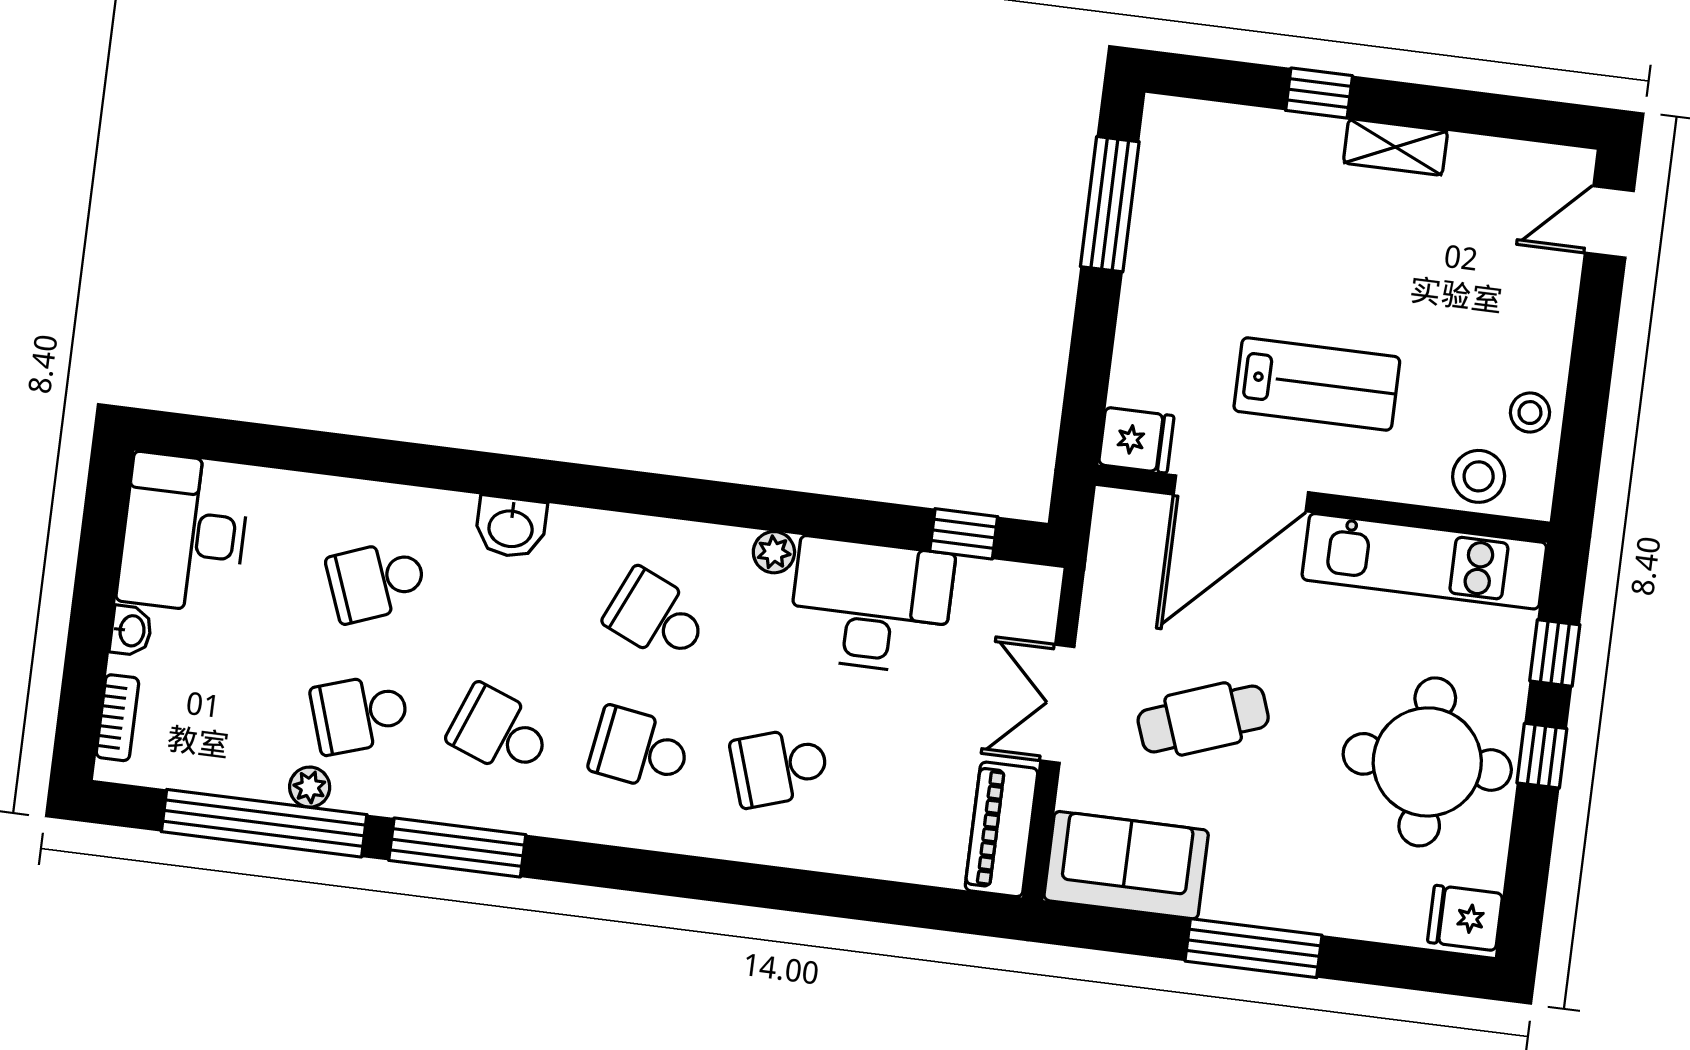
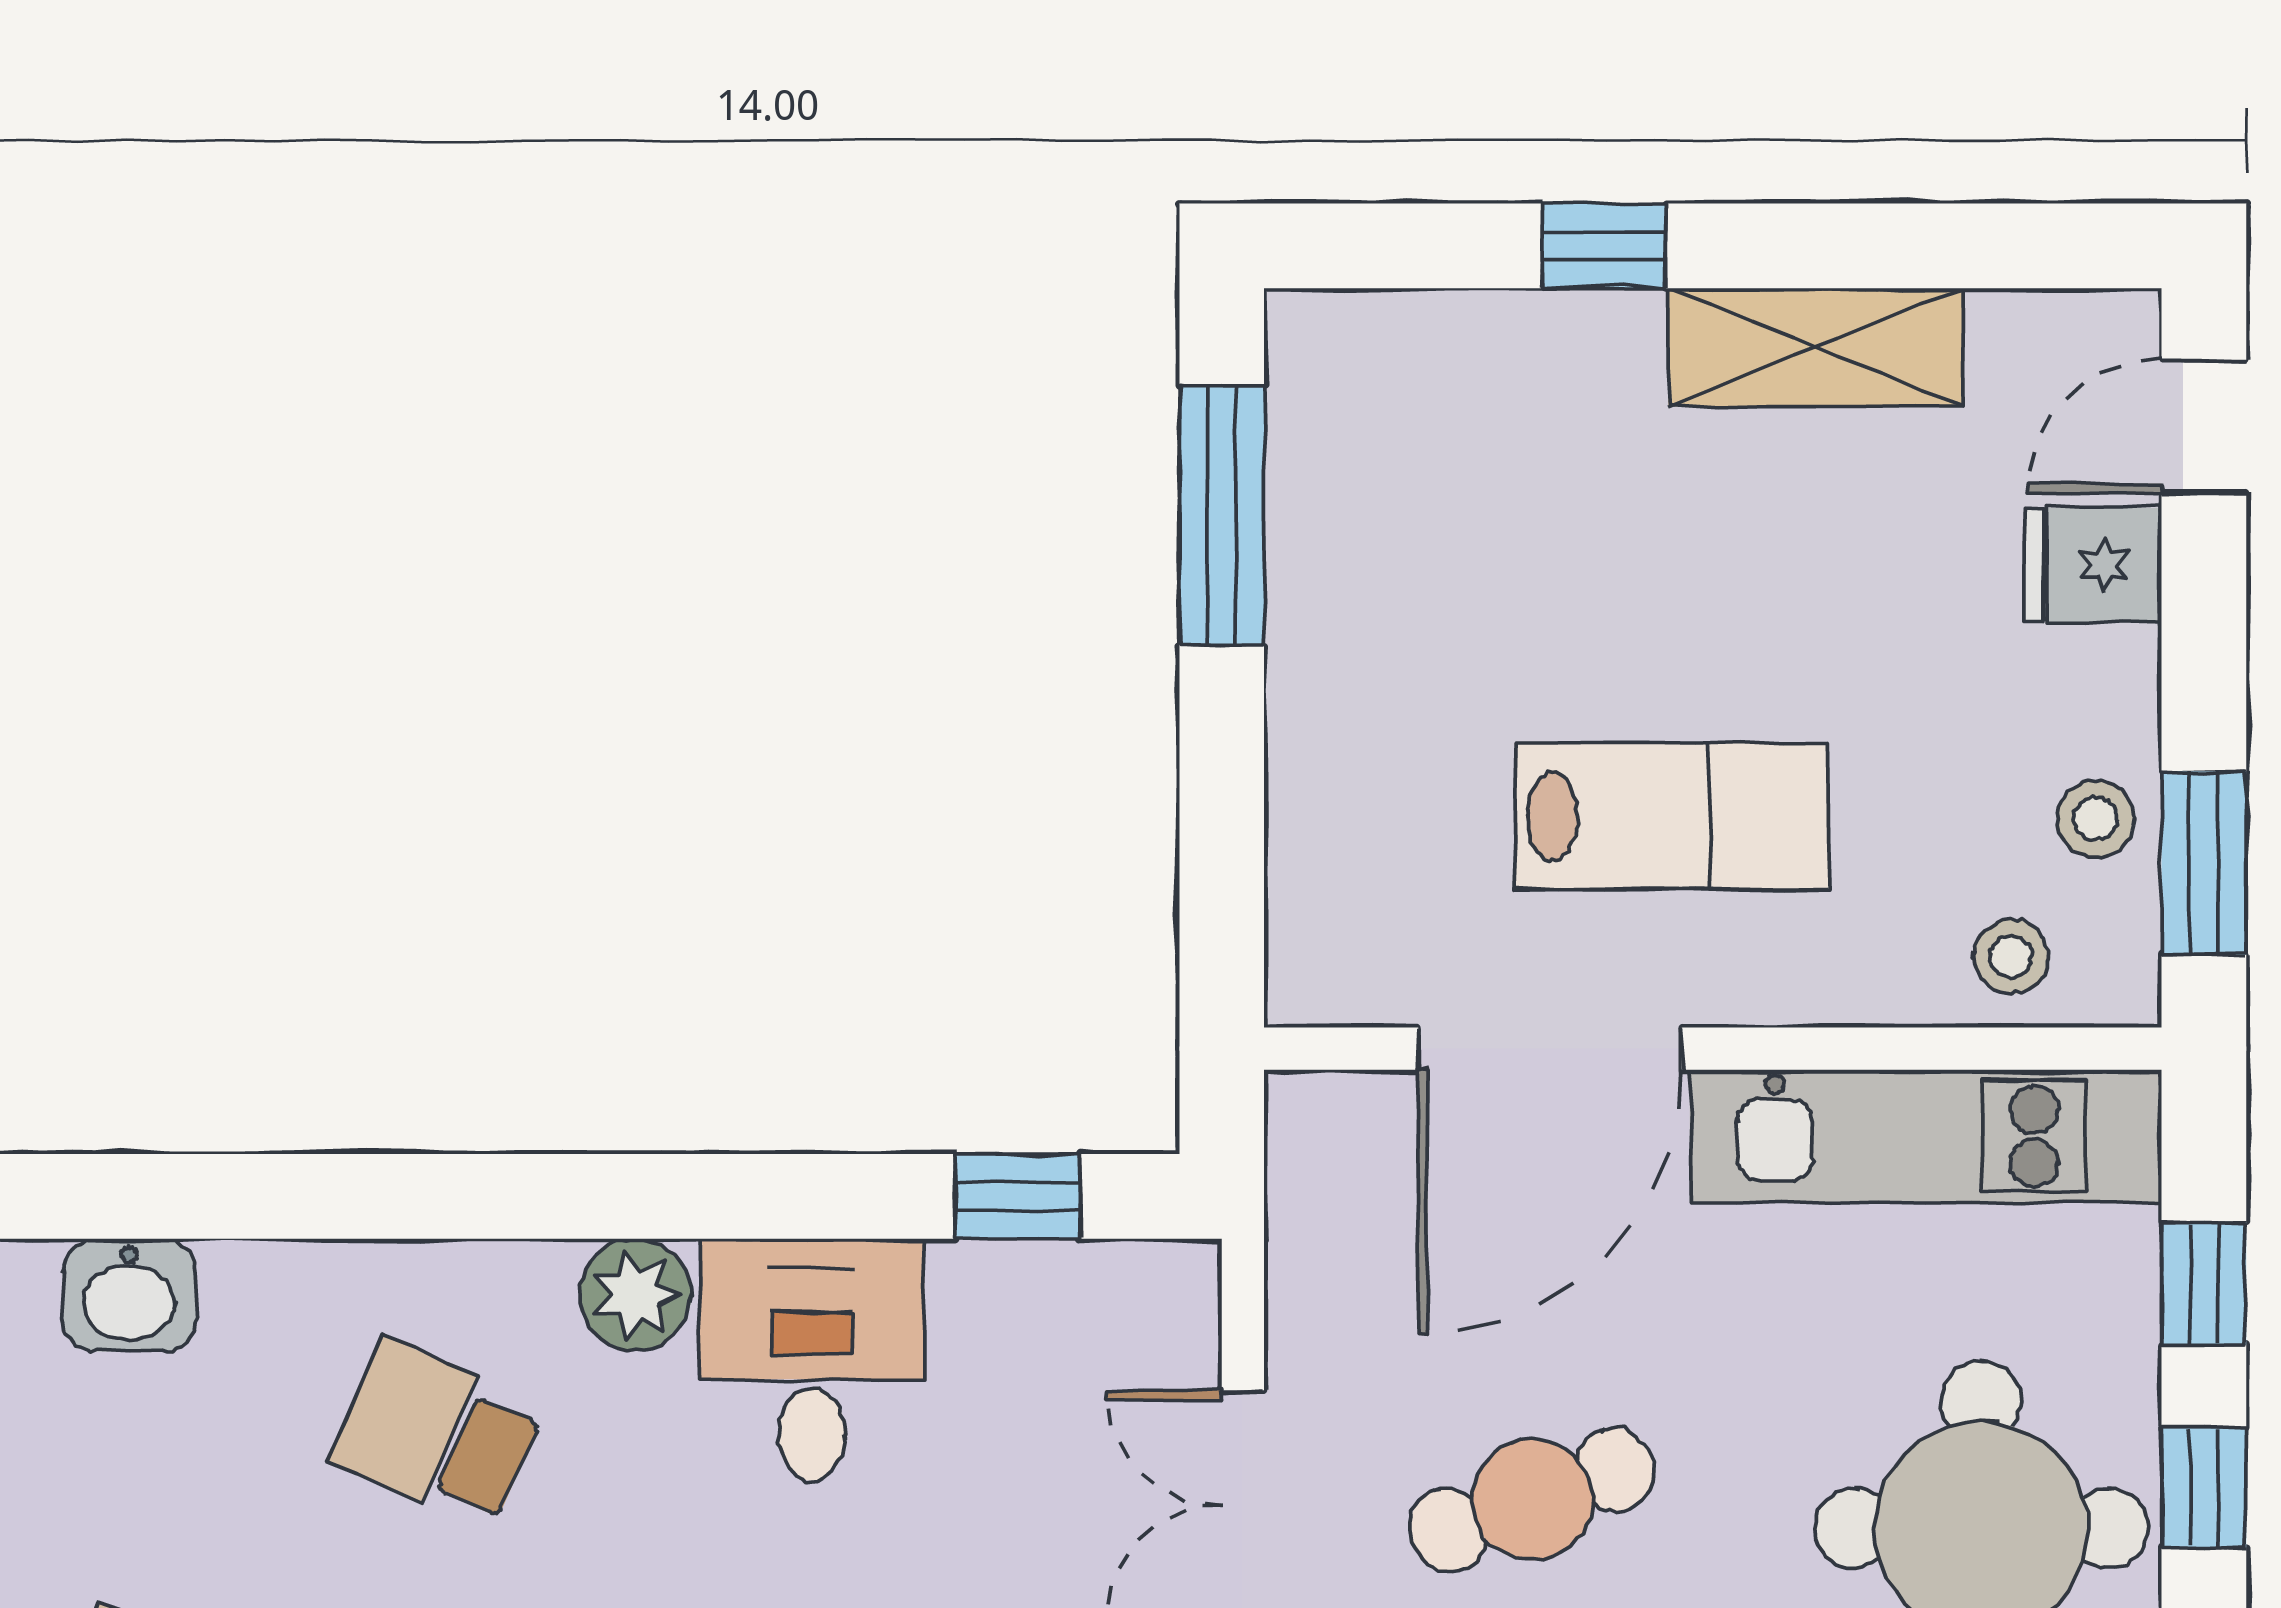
shelving: (1395, 147) -> (1816, 347), width x1.50, depth x1.33
fridge: (1136, 440) -> (2094, 565), moved, turned 180
window: (1582, 442) -> (2204, 863), added
stool: (1479, 476) -> (2011, 957), width x0.73, depth x0.73
plant: (774, 552) -> (635, 1295), width x1.38, depth x1.38
desk: (871, 606) -> (812, 1360), width x0.73

